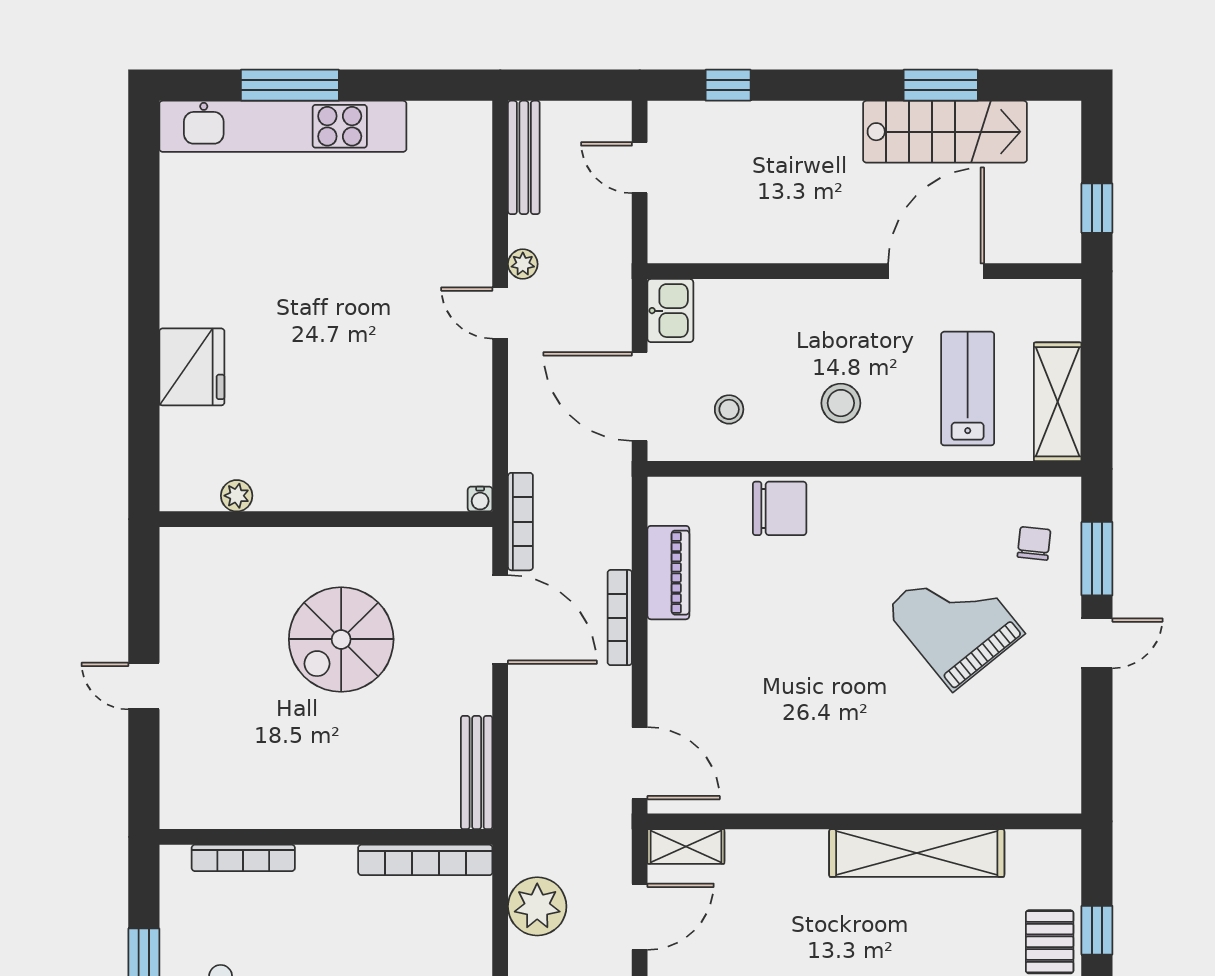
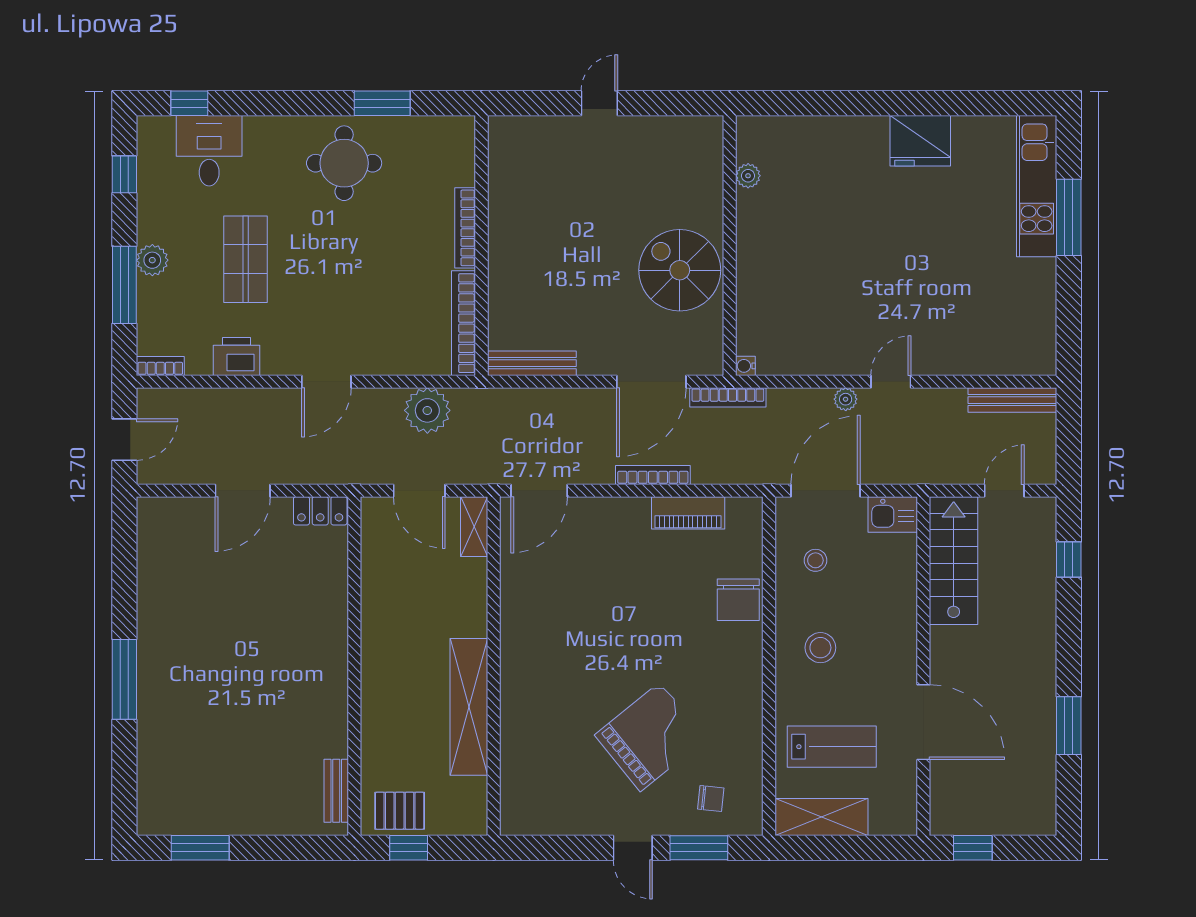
kitchen unit: (283, 126) -> (1037, 186), width x0.73
stairs: (945, 132) -> (954, 561), moved, turned 180
plant: (523, 264) -> (846, 399), moved
fridge: (192, 367) -> (920, 141), moved
spiral stairs: (341, 639) -> (680, 270), moved
bookcase: (243, 858) -> (465, 228), moved

